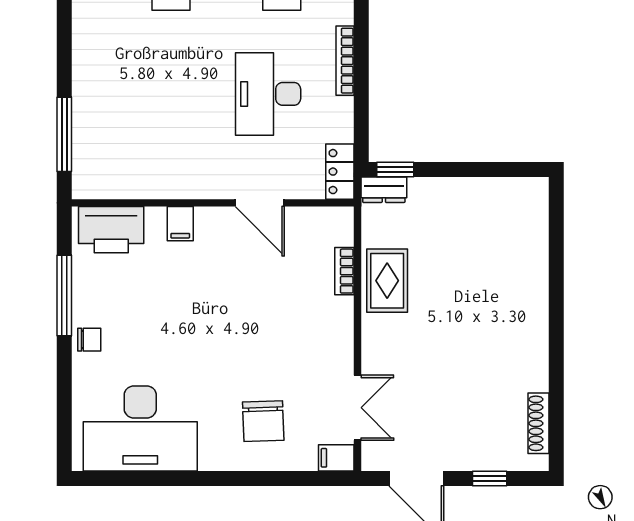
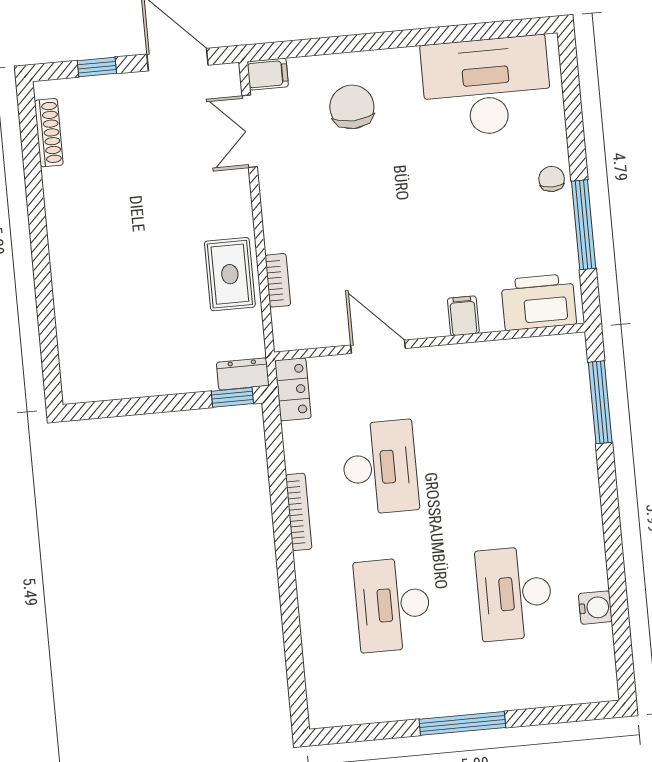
chair: (89, 340) -> (552, 179), turned 90

